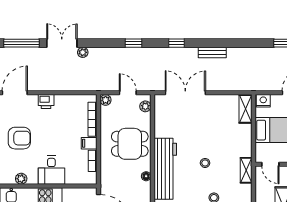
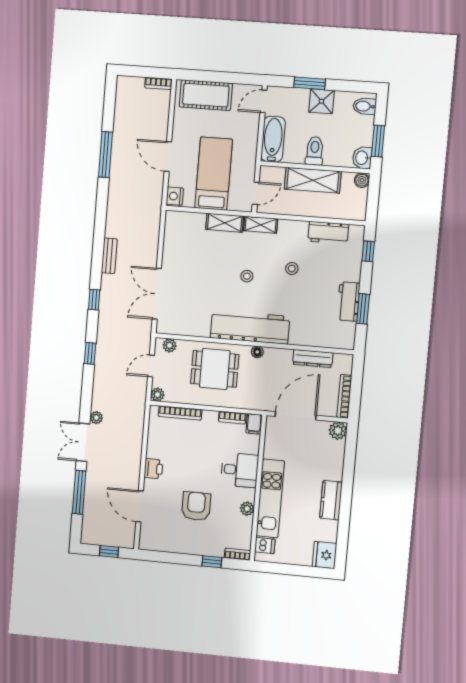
shelving: (245, 109) -> (225, 223), moved
filing cabinet: (89, 143) -> (254, 424), moved
dining table: (130, 144) -> (215, 369), turned 90

